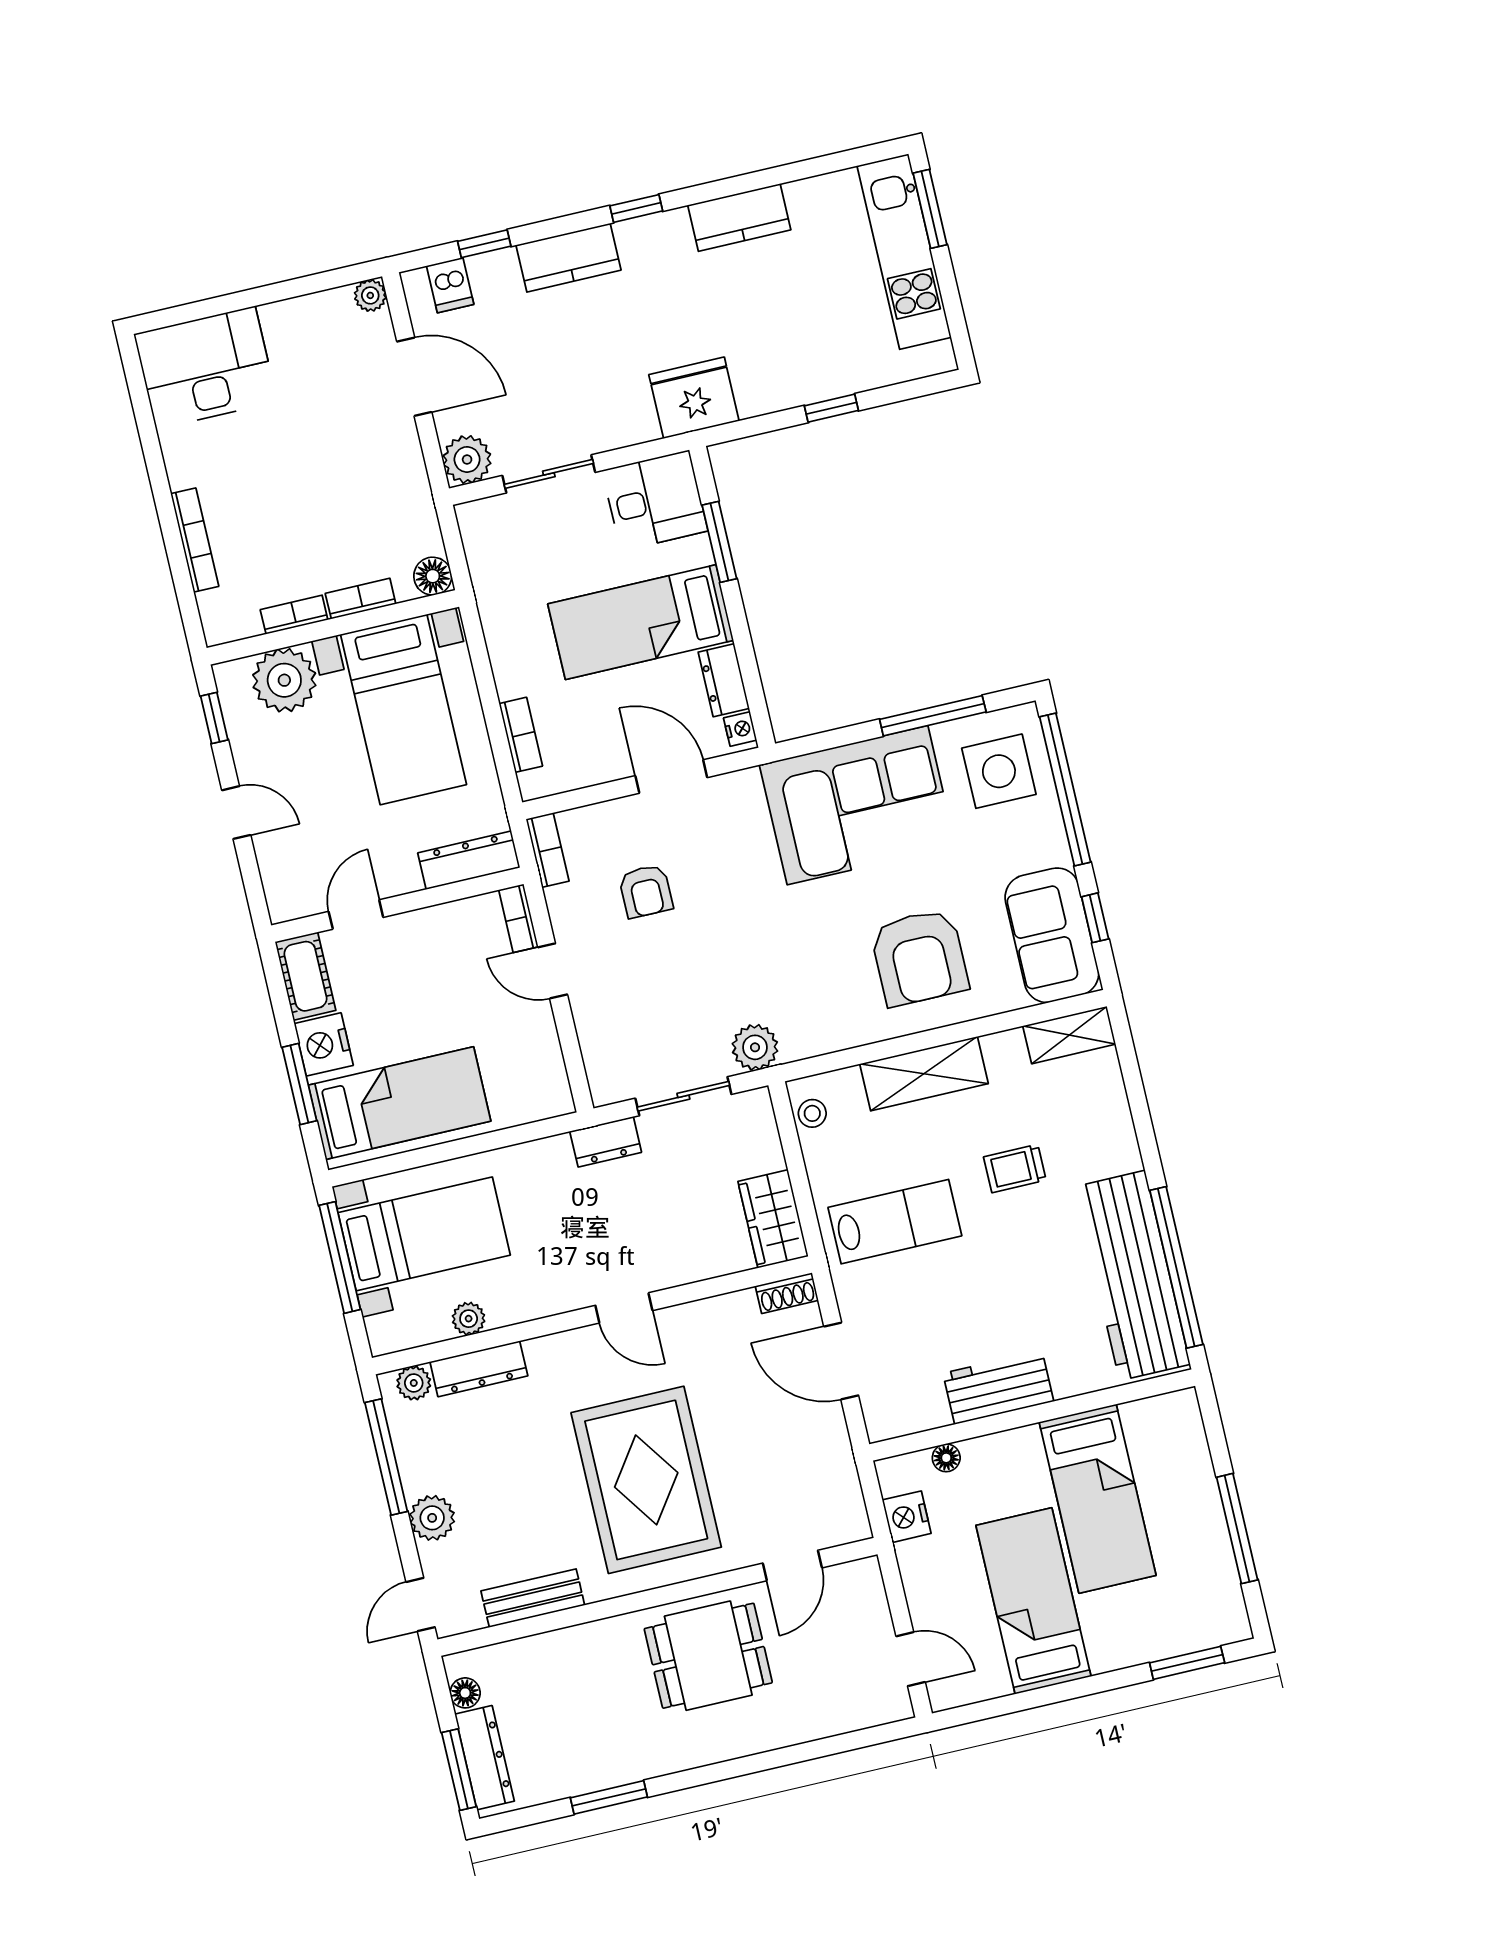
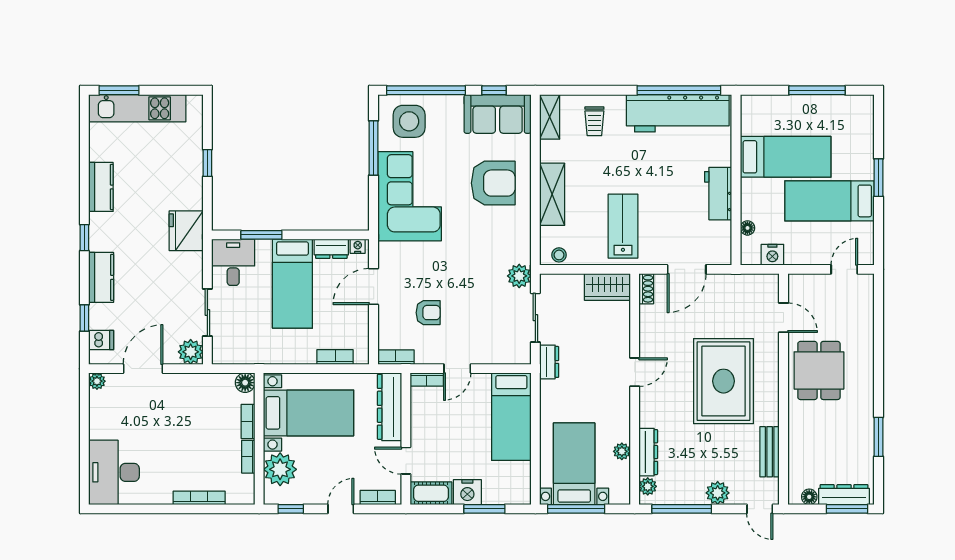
dresser: (469, 860) -> (390, 407), width x1.37, depth x1.24
bookcase: (274, 877) -> (378, 497), added
bed: (400, 1103) -> (511, 417), moved, turned 180
trolley: (1015, 1168) -> (594, 121), moved
rug: (646, 1480) -> (723, 381), turned 90
window: (1187, 1663) -> (878, 178), moved

